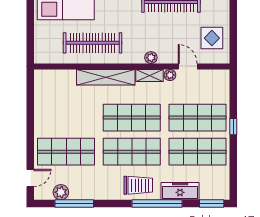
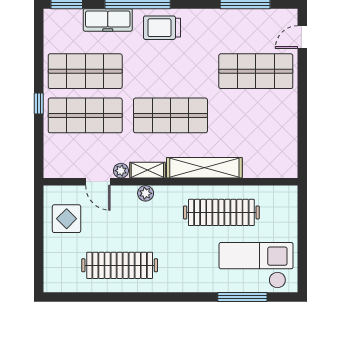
shop shelf: (132, 152) -> (170, 71), removed
plant: (61, 192) -> (262, 19), removed

